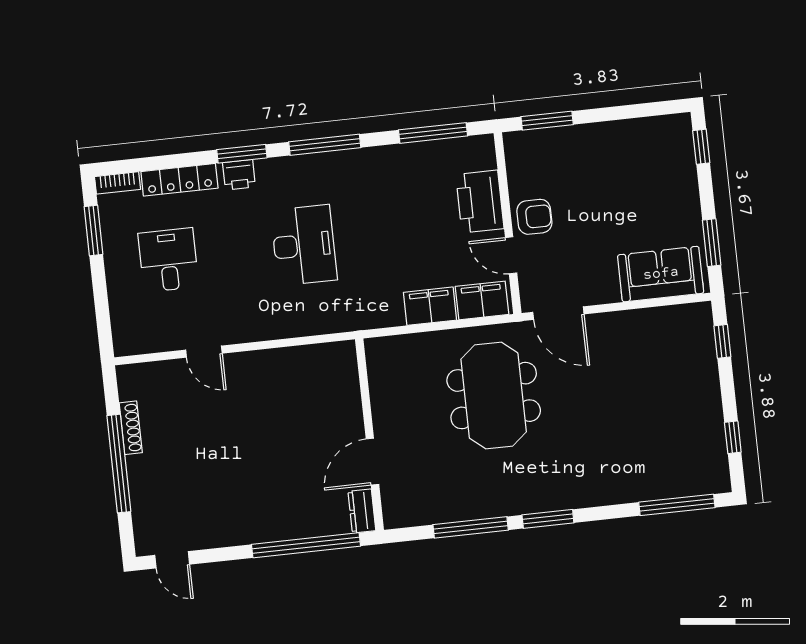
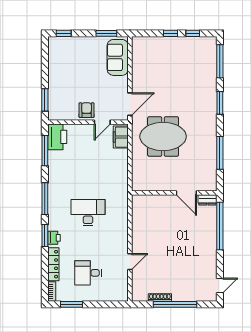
printer: (480, 202) -> (57, 137), moved, turned -90
filing cabinet: (430, 306) -> (121, 160), removed
window: (722, 341) -> (170, 33), moved
window: (548, 519) -> (220, 103), moved

